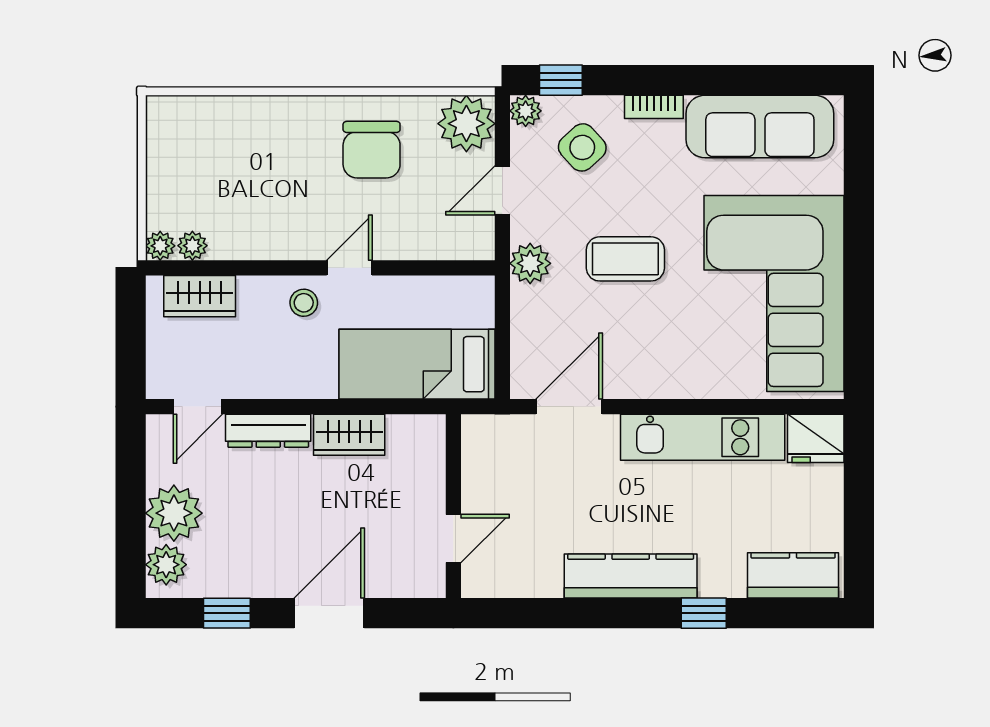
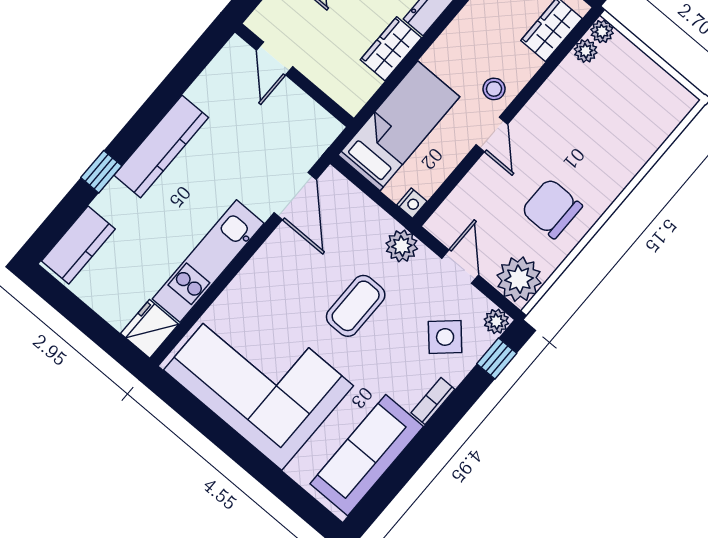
nightstand: (481, 289) -> (412, 203), added

